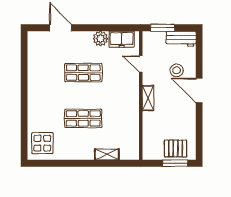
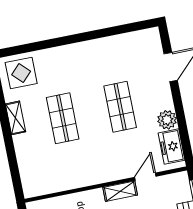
shelving: (148, 98) -> (120, 191), moved
shelving: (107, 154) -> (15, 118), moved

